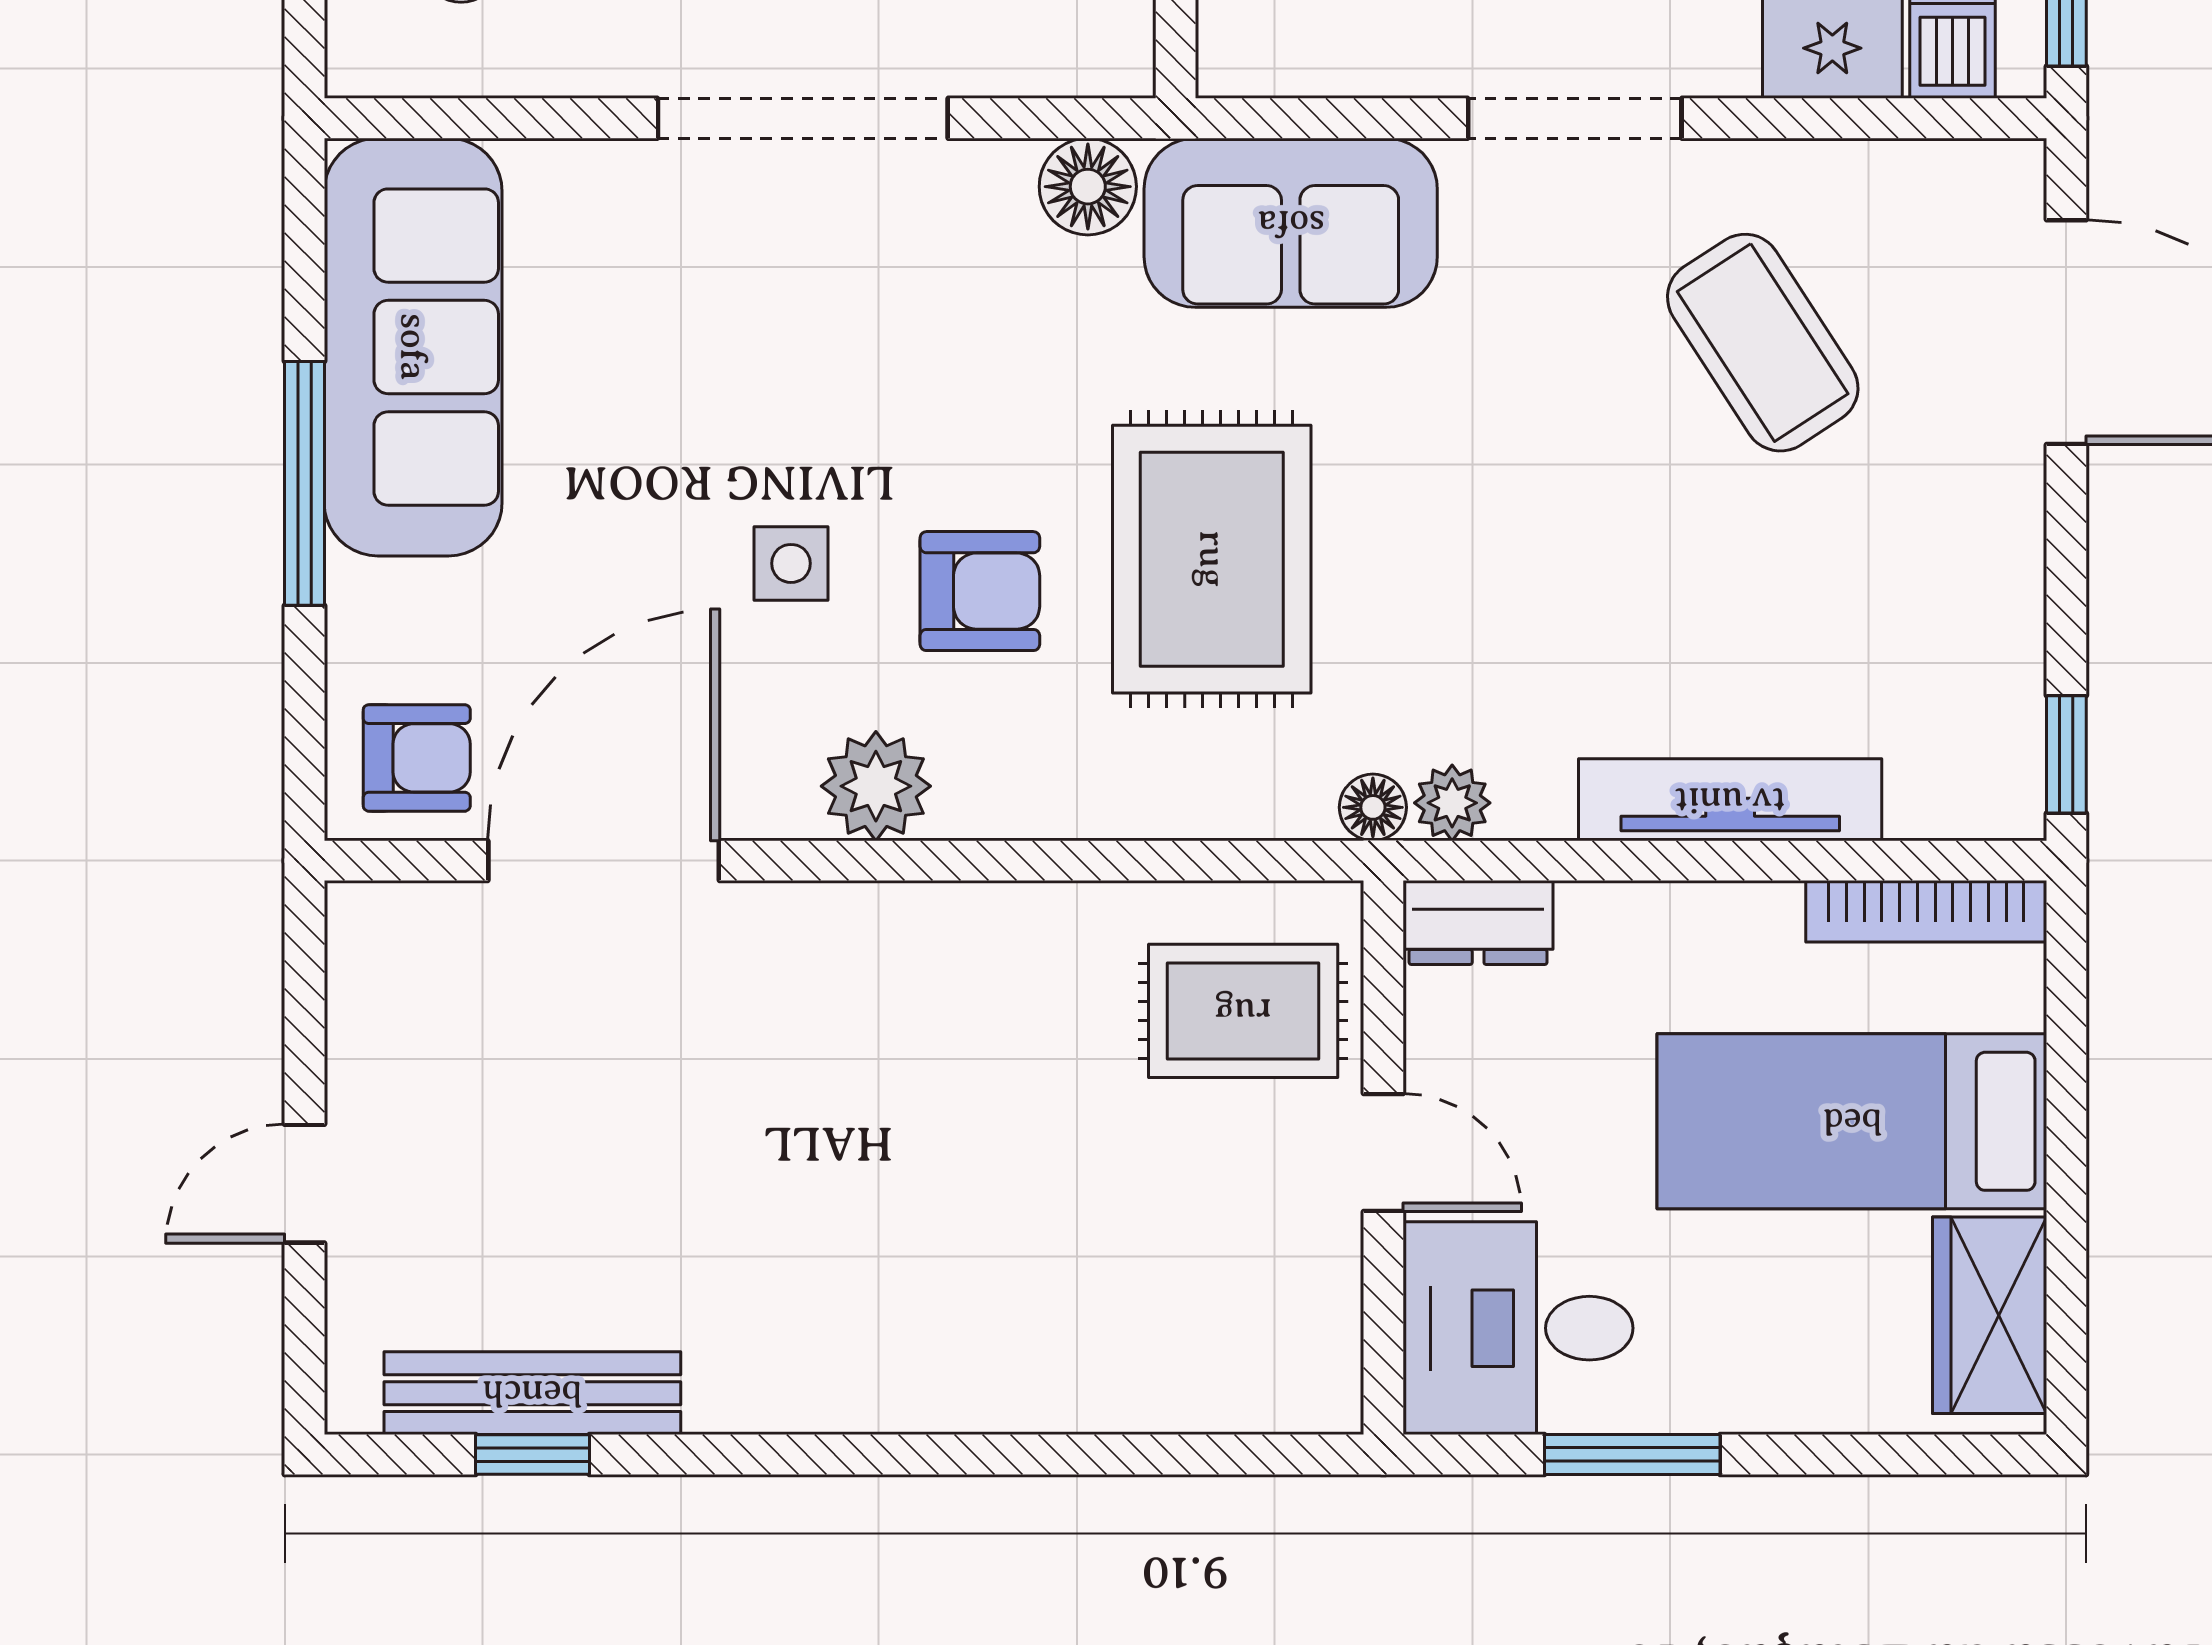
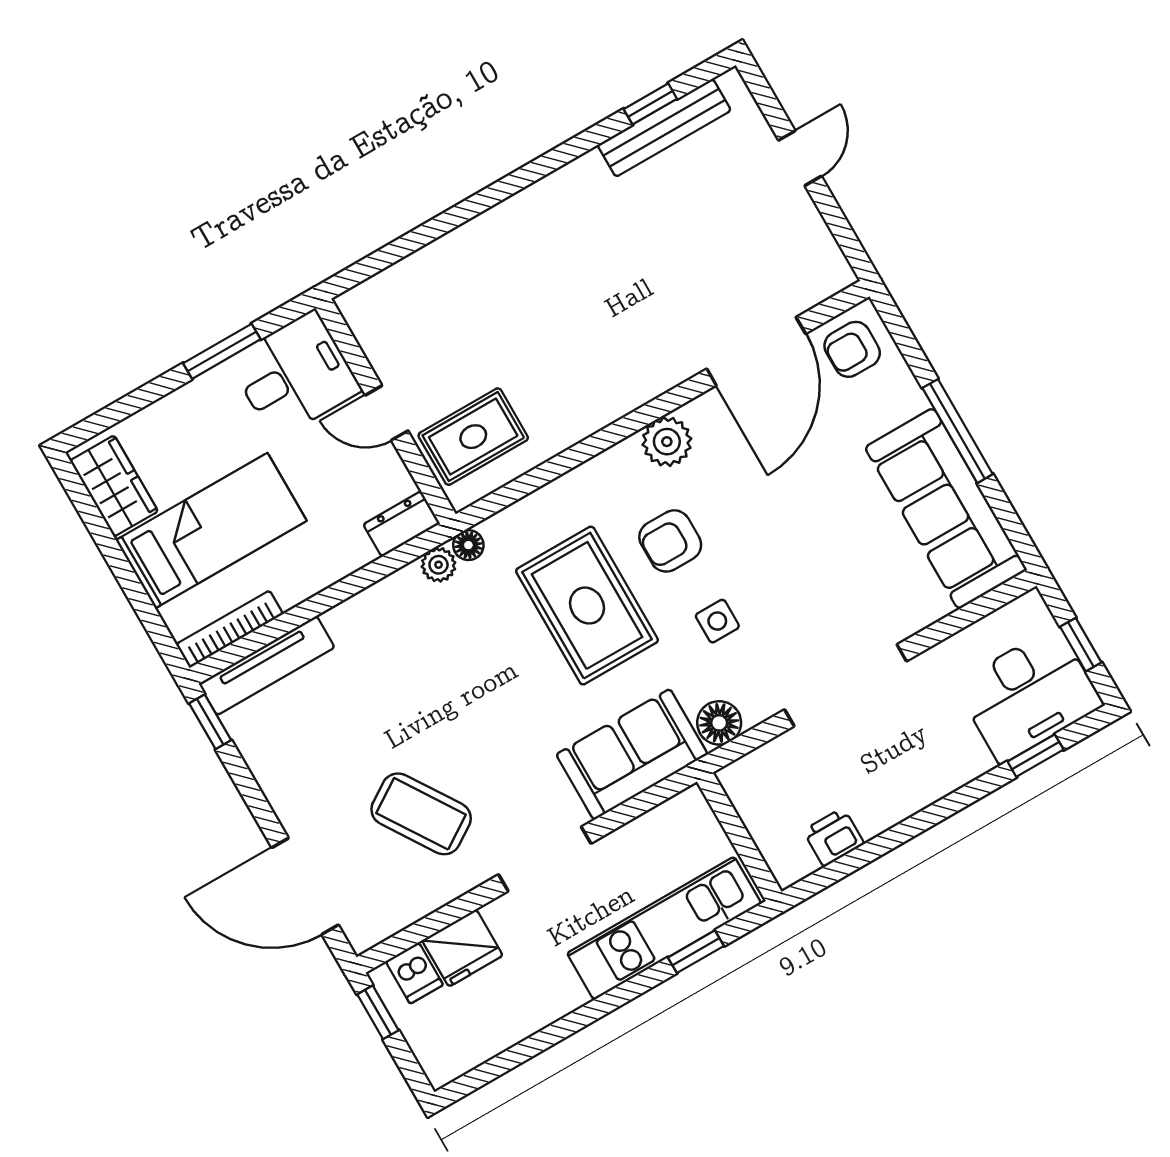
side table: (791, 563) -> (717, 621), moved
tv unit: (1730, 800) -> (267, 666), moved

